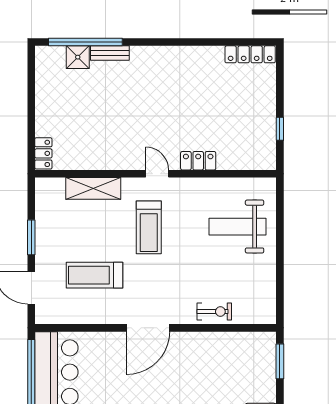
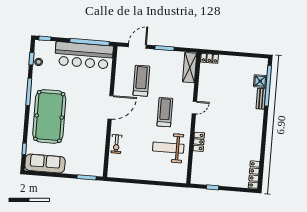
door: (157, 174) -> (194, 108), moved
shelving: (93, 188) -> (190, 68), moved
treadmill: (149, 227) -> (165, 112), turned 90
weight bench: (238, 227) -> (168, 148), moved, turned -90
door: (148, 328) -> (111, 107), swing flipped

